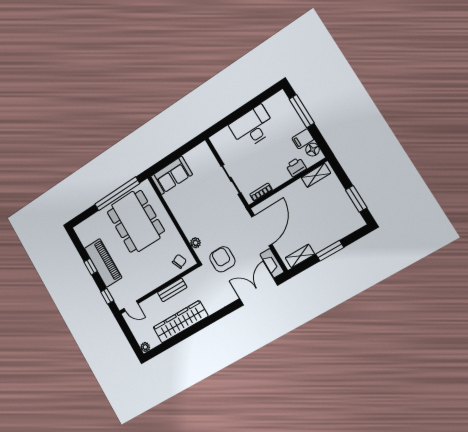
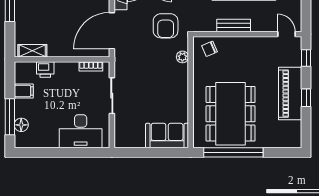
desk: (252, 127) -> (81, 131), moved
floor lamp: (313, 150) -> (21, 125), moved

